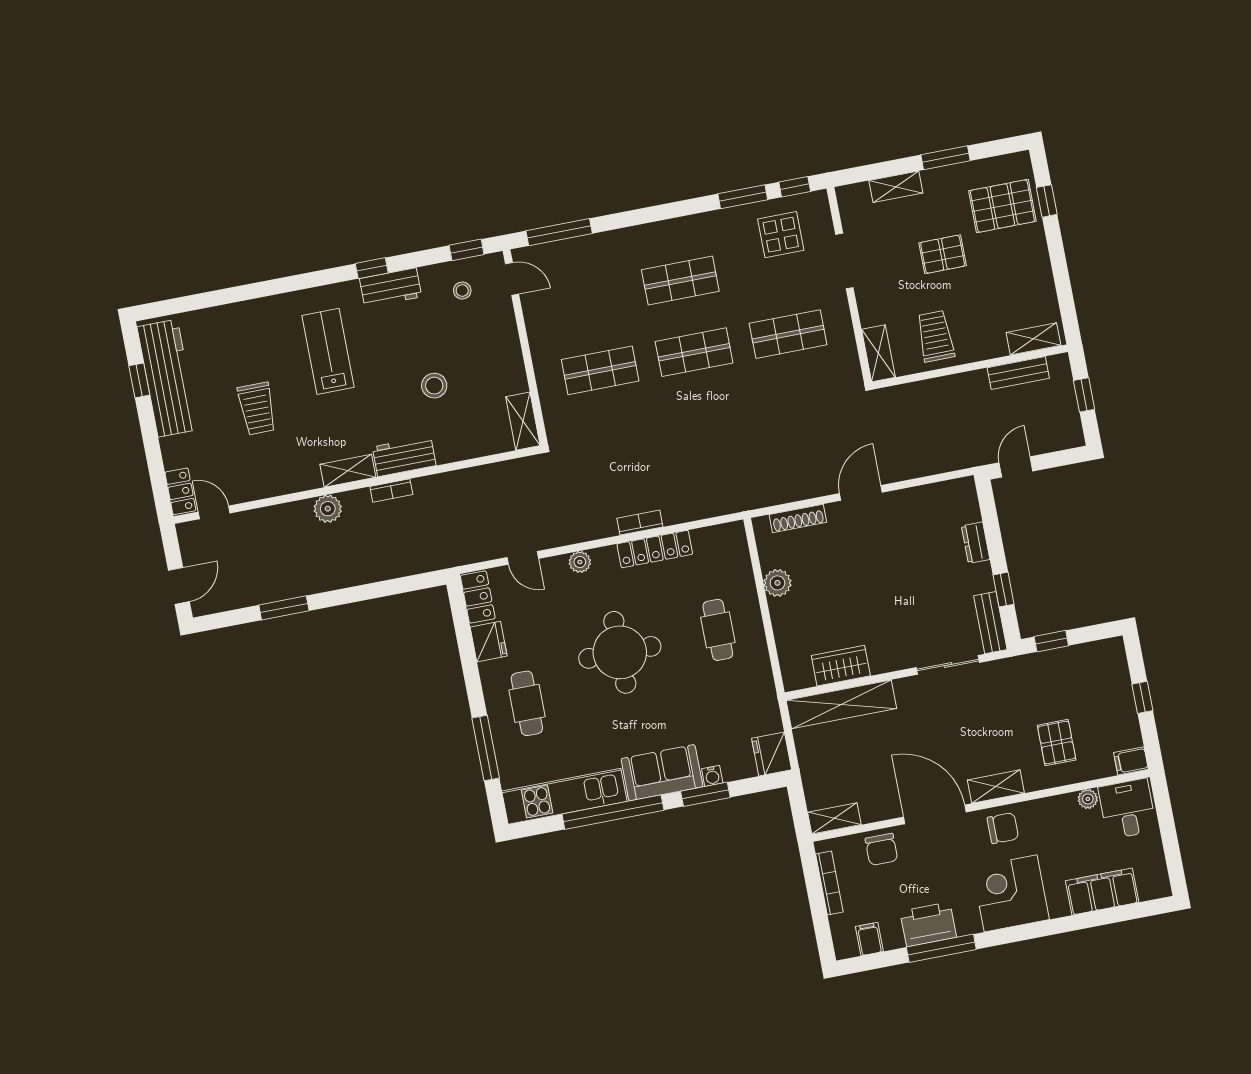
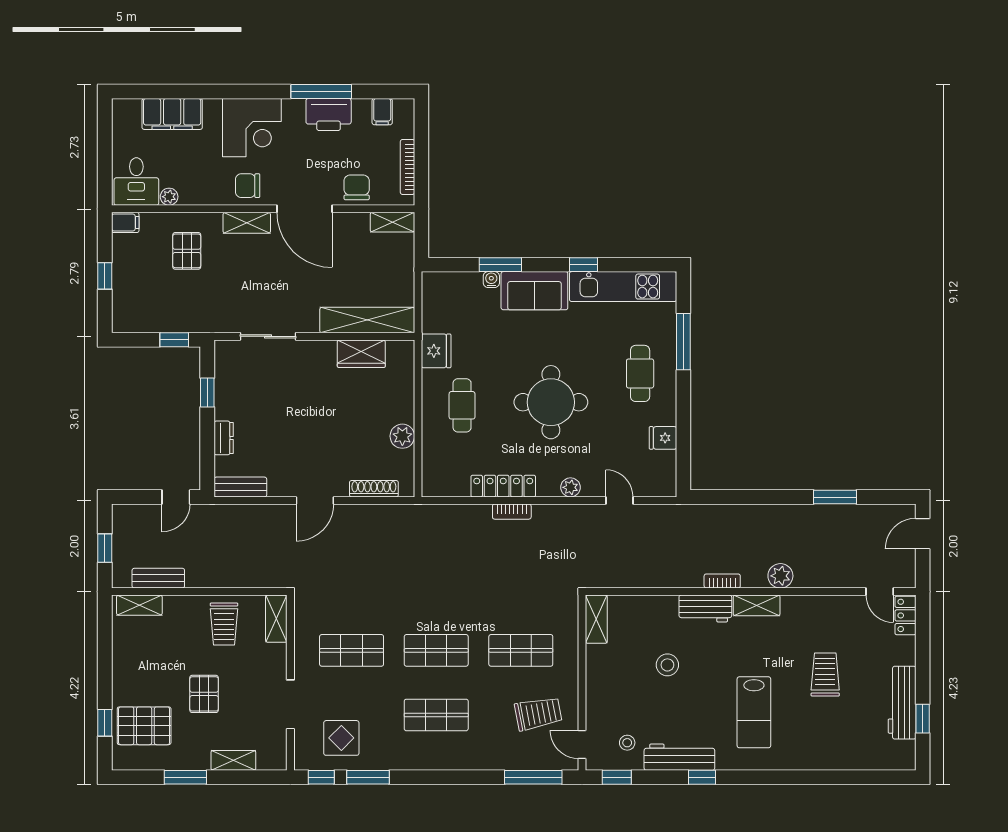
pallet: (943, 254) -> (204, 694), turned 90
workbench: (391, 288) -> (679, 757), width x1.38
trolley: (567, 304) -> (538, 714), added
workbench: (168, 378) -> (902, 703), width x0.73, depth x0.76
locker: (478, 597) -> (665, 474), removed
bench: (990, 623) -> (240, 487), moved, turned 90
fridge: (489, 642) -> (663, 438), width x0.72
fridge: (772, 754) -> (436, 351), moved
window: (613, 812) -> (584, 265), width x0.32

